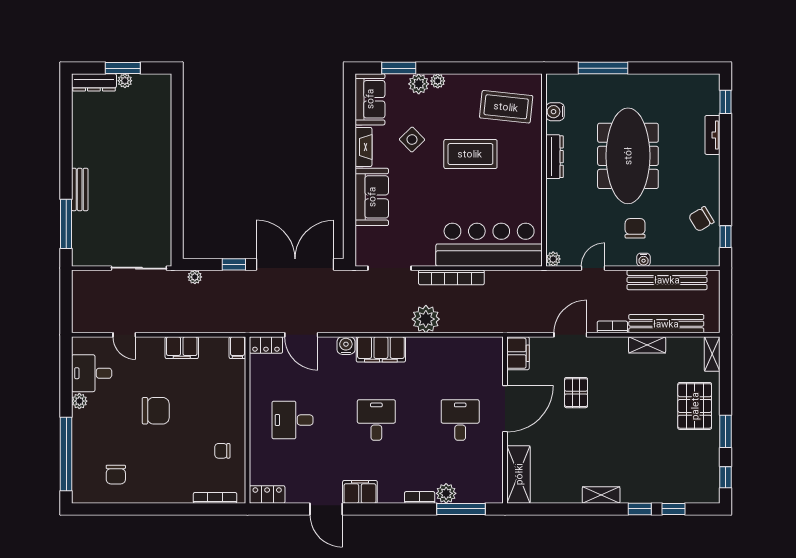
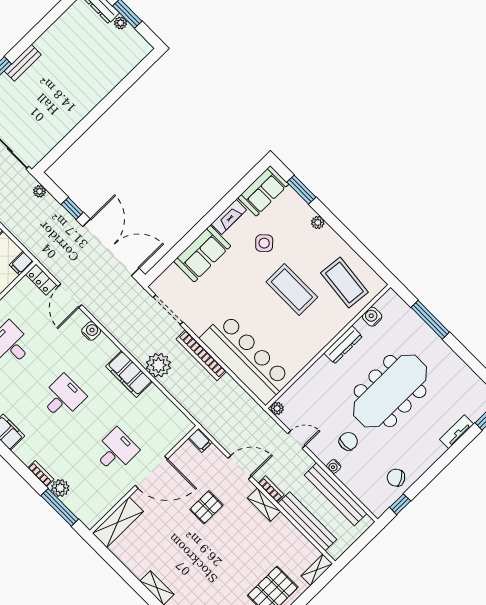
plant: (419, 84) -> (304, 212), removed
shelving: (647, 345) -> (264, 505), moved
filing cabinet: (381, 349) -> (129, 374), moved
filing cabinet: (518, 353) -> (200, 440), width x0.50

